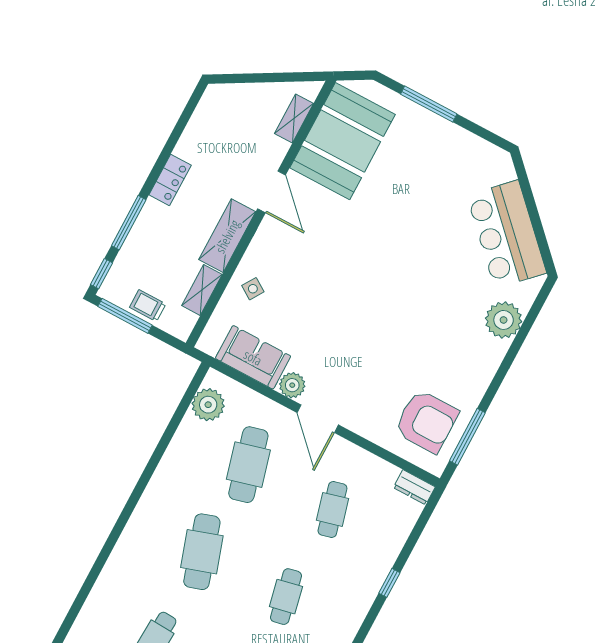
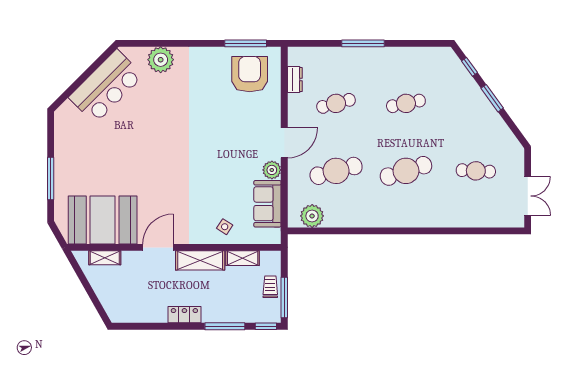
trolley: (148, 306) -> (270, 287), turned 180
dresser: (414, 487) -> (295, 80), moved
window: (389, 583) -> (363, 43), width x2.17

